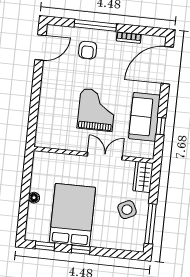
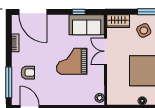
window: (95, 25) -> (9, 82), moved
sofa: (144, 117) -> (87, 25), moved
plant: (44, 142) -> (100, 98), added

